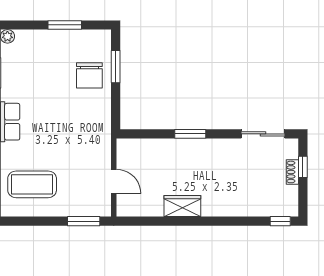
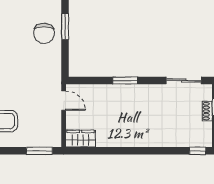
door: (114, 181) -> (64, 101), moved
wardrobe: (182, 206) -> (81, 139), moved

